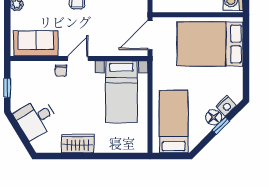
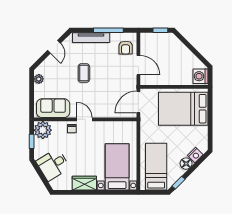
door: (78, 58) -> (84, 119), hinge flipped
plant: (22, 73) -> (43, 130), added
bed with nightstands: (121, 92) -> (117, 167), moved, turned 180
window: (221, 126) -> (179, 183), moved

